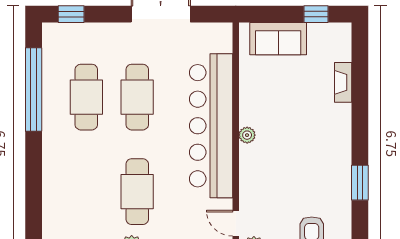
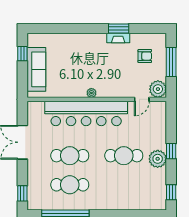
sofa: (278, 39) -> (36, 69), width x1.36
fireplace: (343, 82) -> (118, 38), moved

